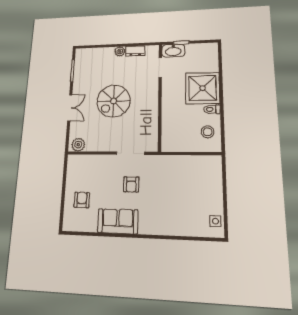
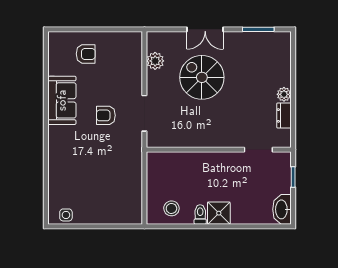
washbasin: (173, 51) -> (282, 209), moved
shower: (203, 88) -> (219, 213), width x0.54, depth x0.54
spiral stairs: (113, 101) -> (202, 77), moved
plant: (78, 145) -> (155, 61), moved

